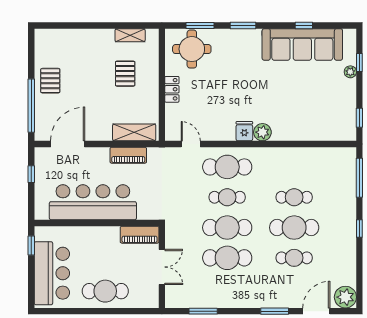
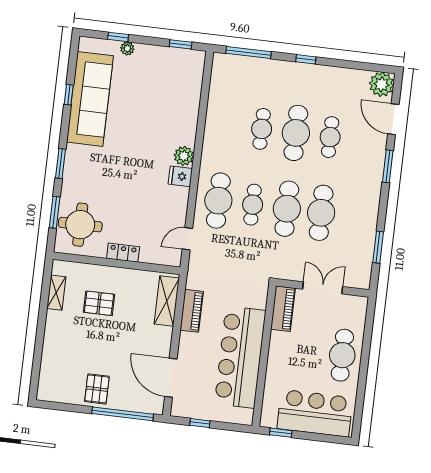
pallet: (50, 81) -> (97, 389), turned 90

